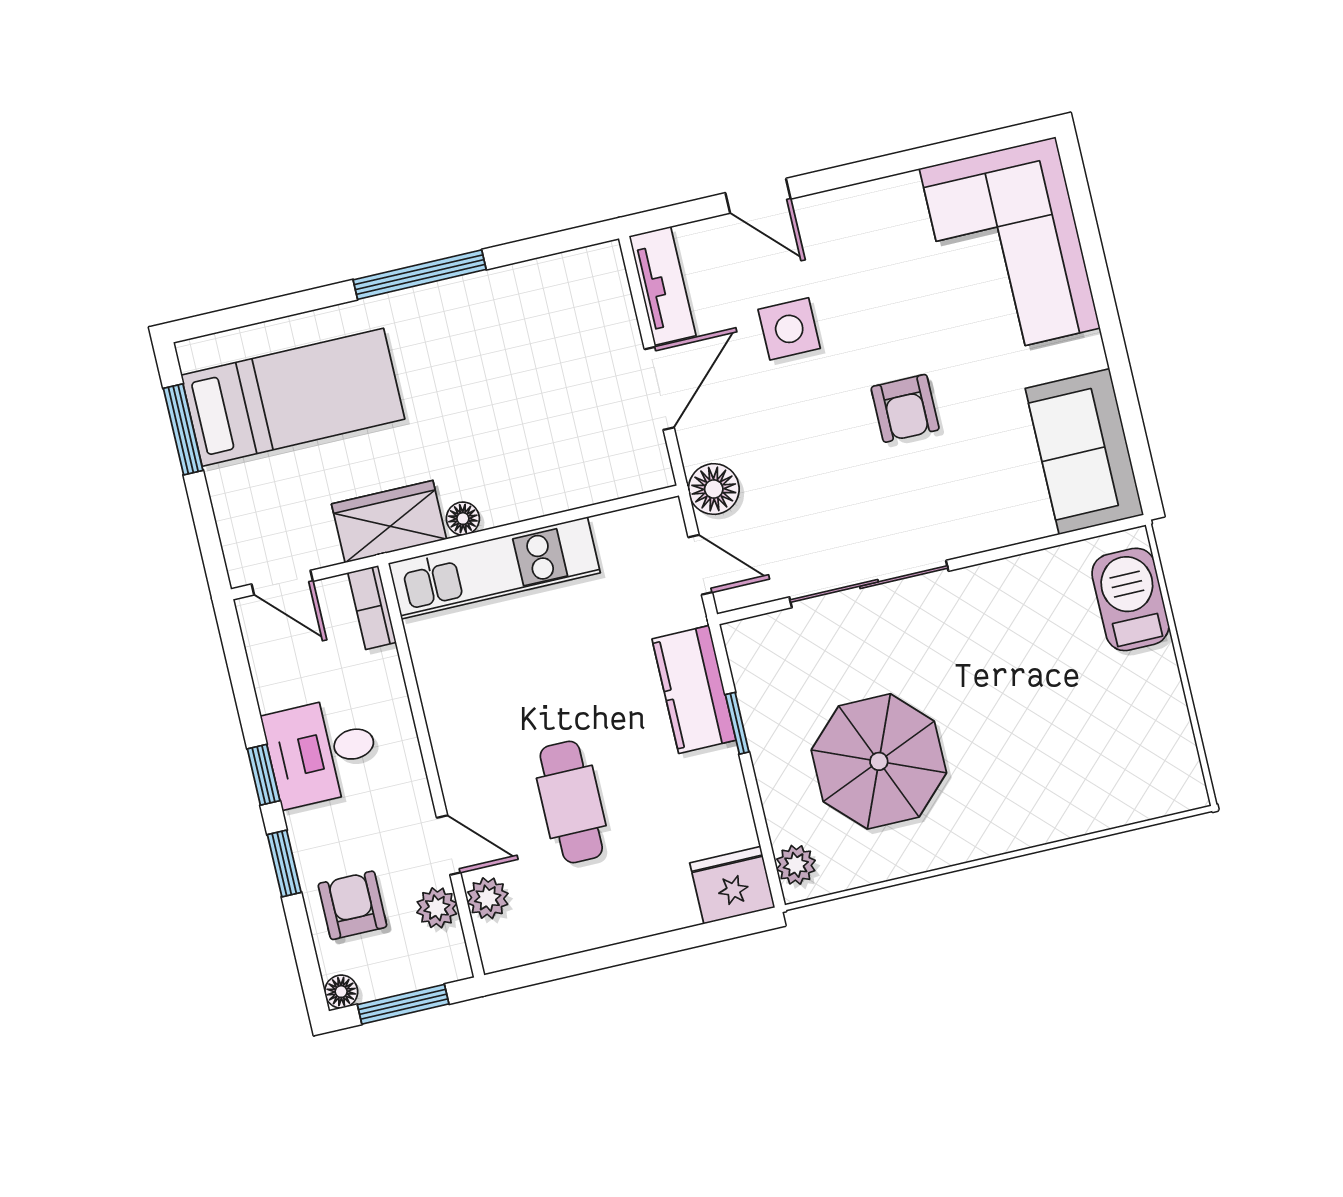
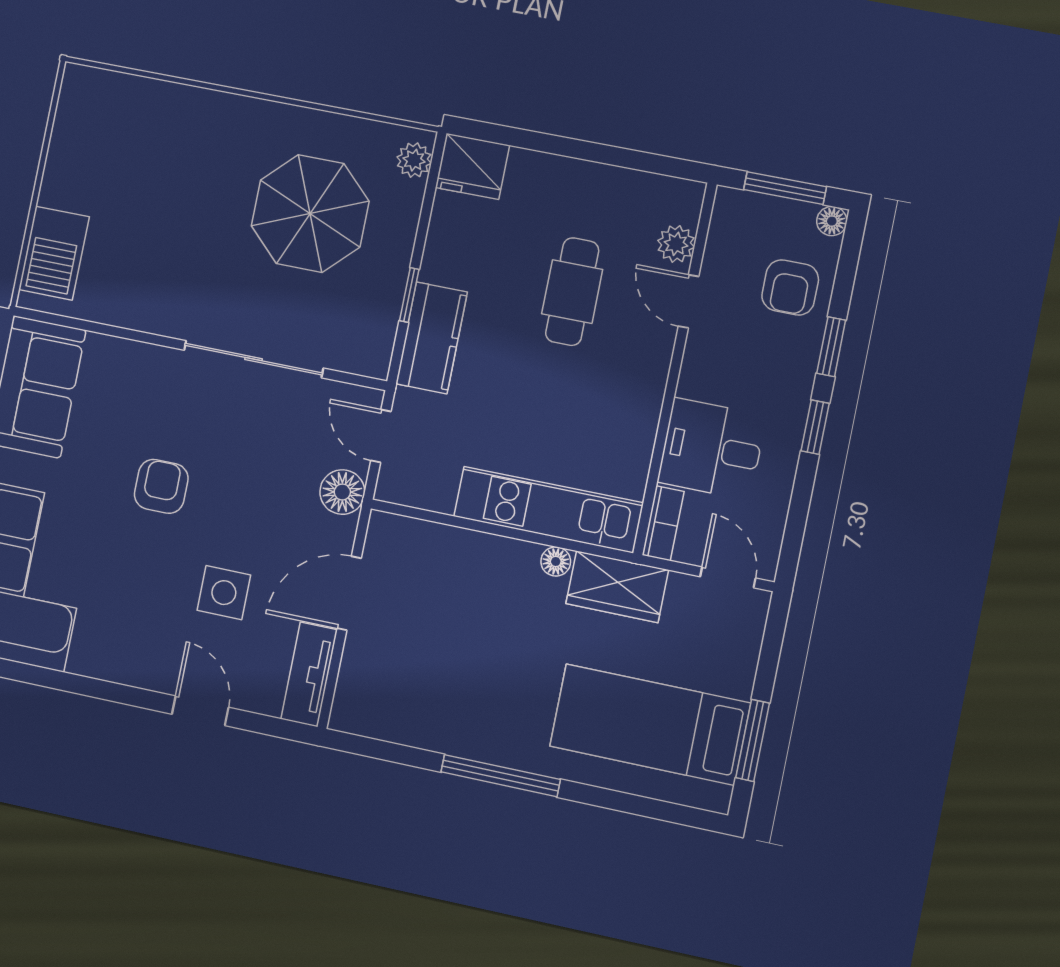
desk: (322, 751) -> (712, 449), moved, turned 180
plant: (437, 908) -> (721, 255), removed

